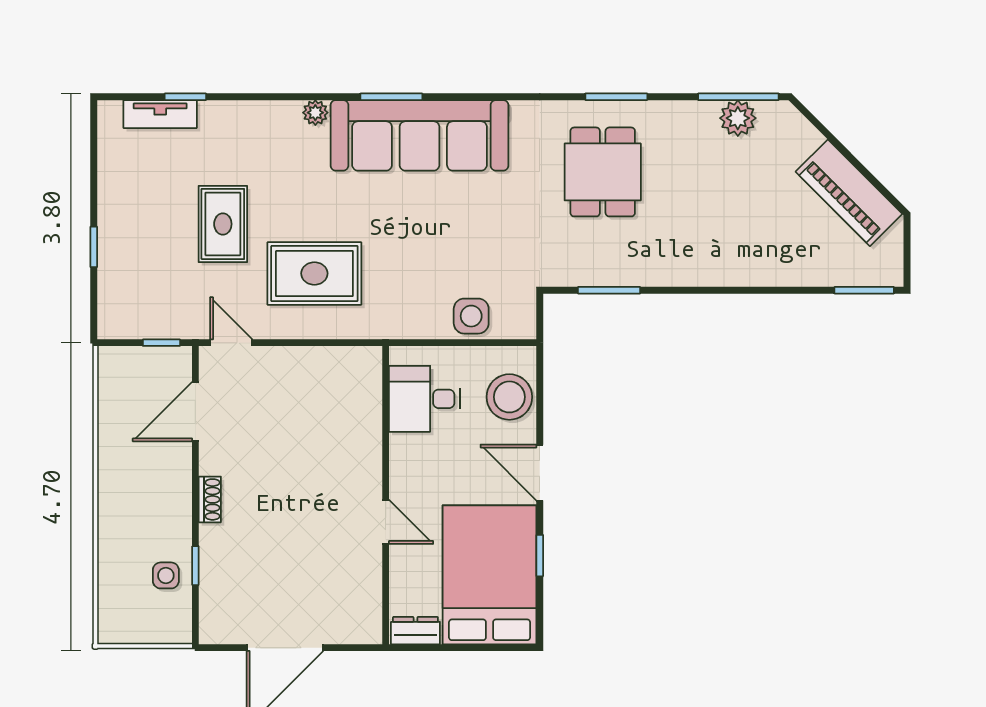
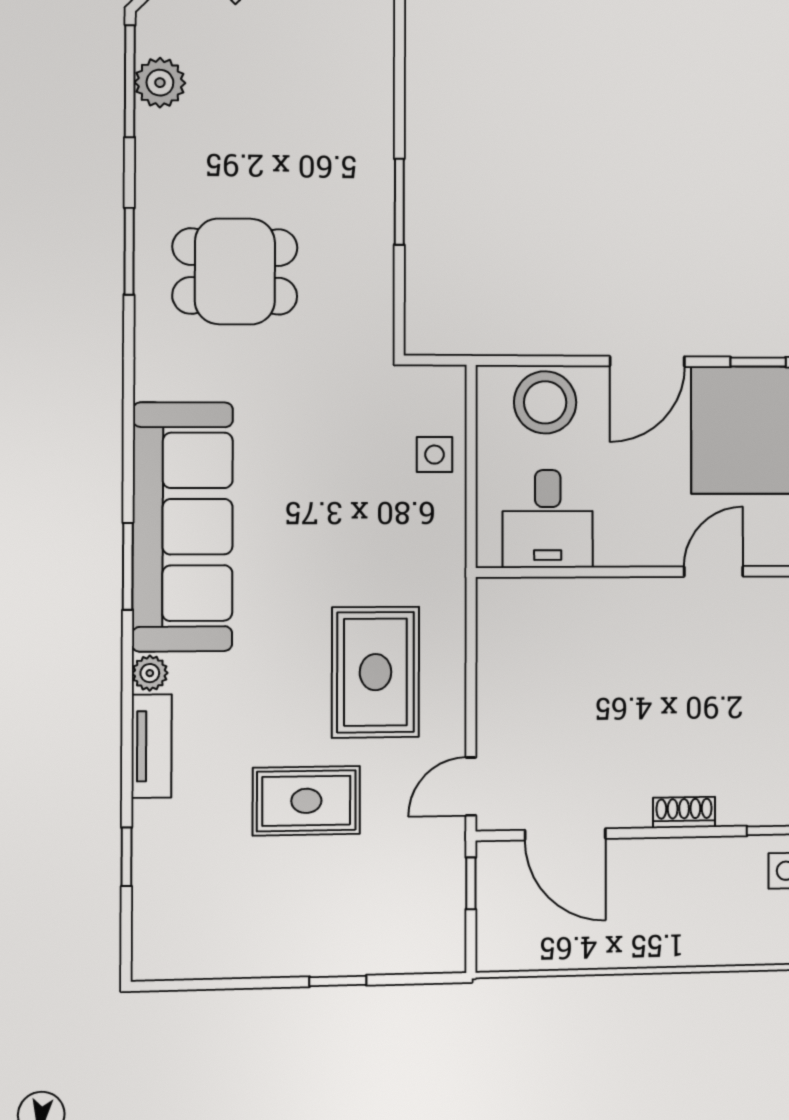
tv unit: (160, 114) -> (152, 746), moved
window: (609, 290) -> (399, 202), moved
side table: (471, 316) -> (435, 455), width x0.73, depth x0.73

